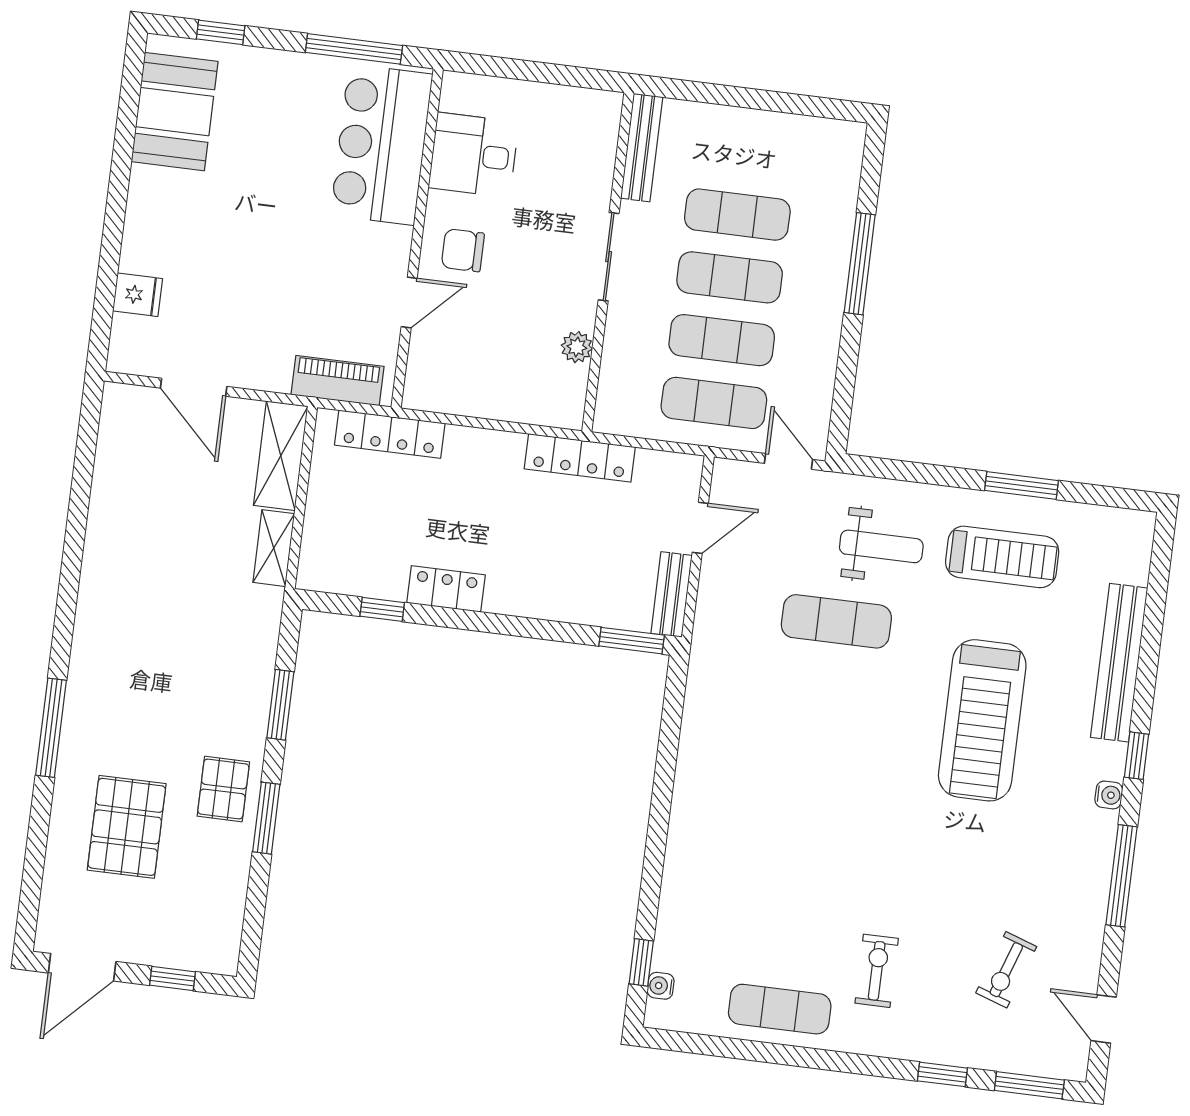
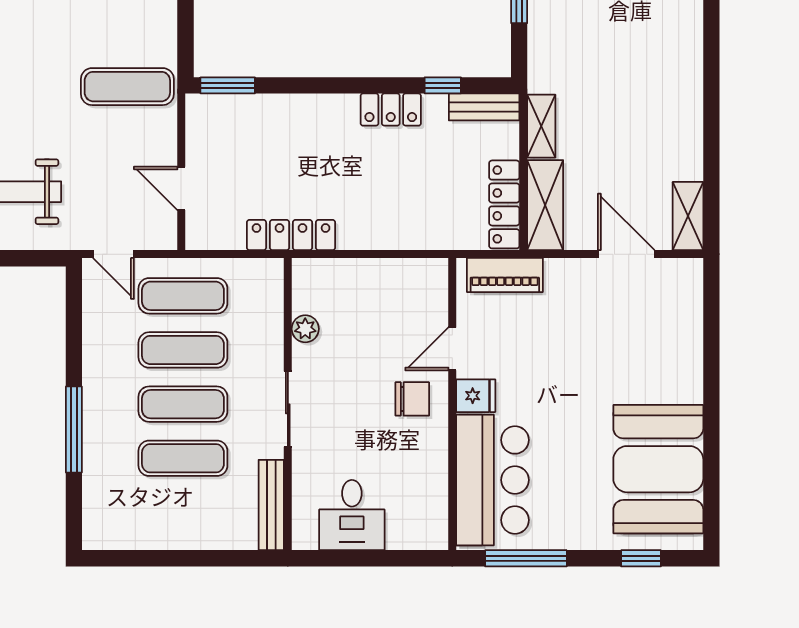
booth: (175, 112) -> (658, 469), width x1.36, depth x1.42
desk: (474, 155) -> (352, 515), moved, turned 90
fridge: (138, 295) -> (476, 396), moved, turned 180
shelving: (117, 423) -> (688, 216), added
locker: (390, 434) -> (504, 204), moved, turned -90
door: (700, 528) -> (181, 188), hinge flipped
bench: (671, 594) -> (484, 107), moved, turned 90
exercise mat: (836, 621) -> (127, 87), moved

